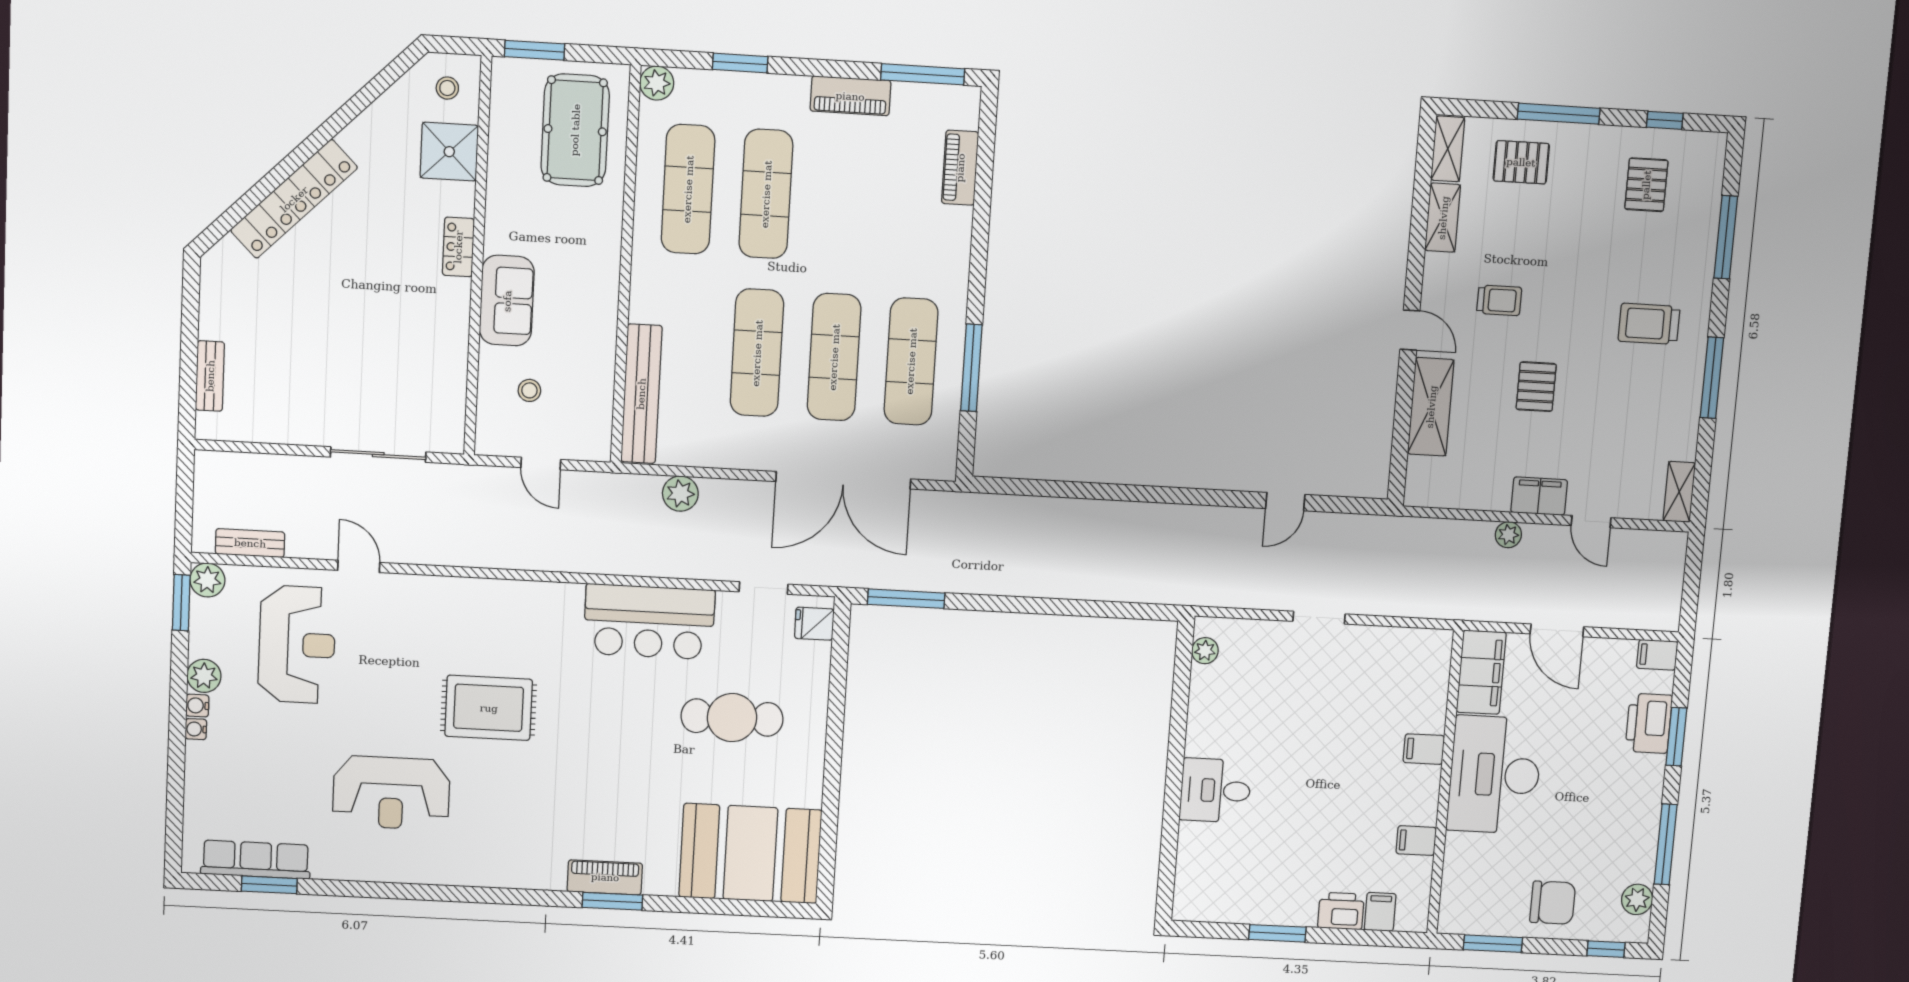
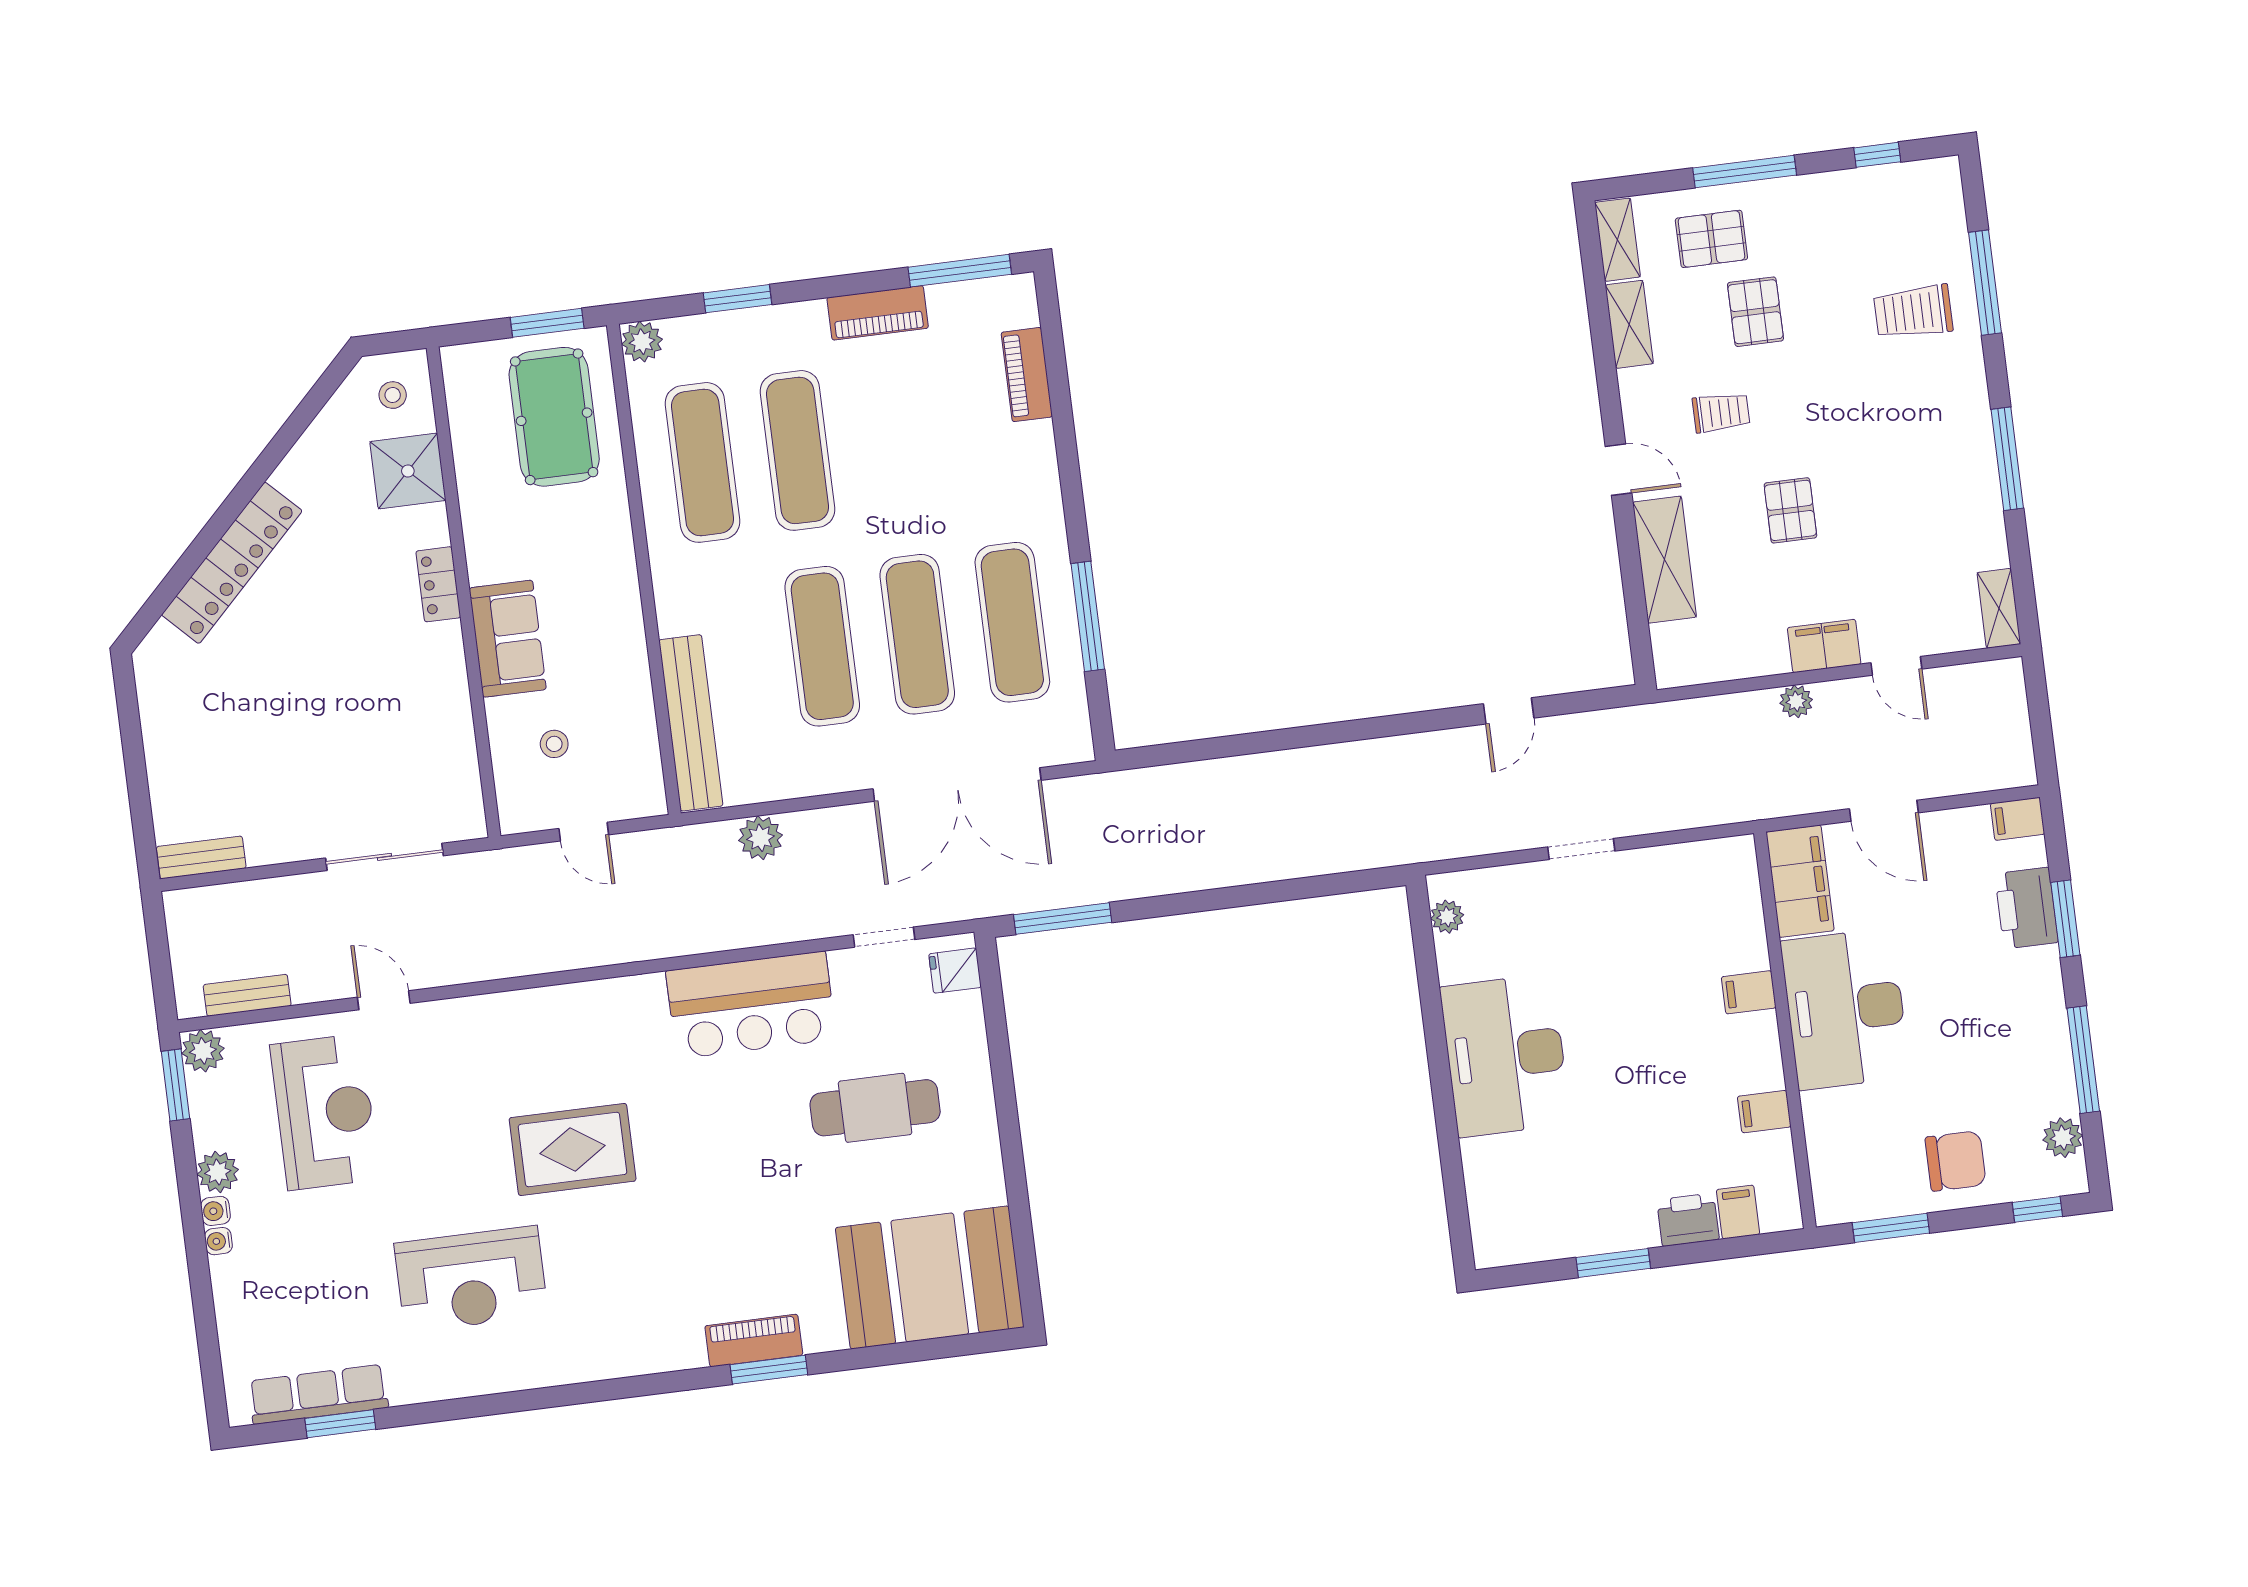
window: (535, 50) -> (547, 323), moved
pallet: (1646, 185) -> (1755, 312), moved
trolley: (1649, 324) -> (1913, 312), moved
bench: (210, 376) -> (201, 857), moved, turned 90
desk: (1215, 790) -> (1505, 1055), width x1.87, depth x1.30

